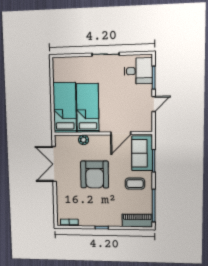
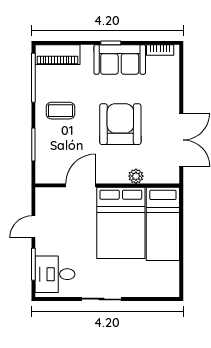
bed: (88, 108) -> (121, 223), width x1.50
sofa: (142, 153) -> (120, 59), moved, turned 90

